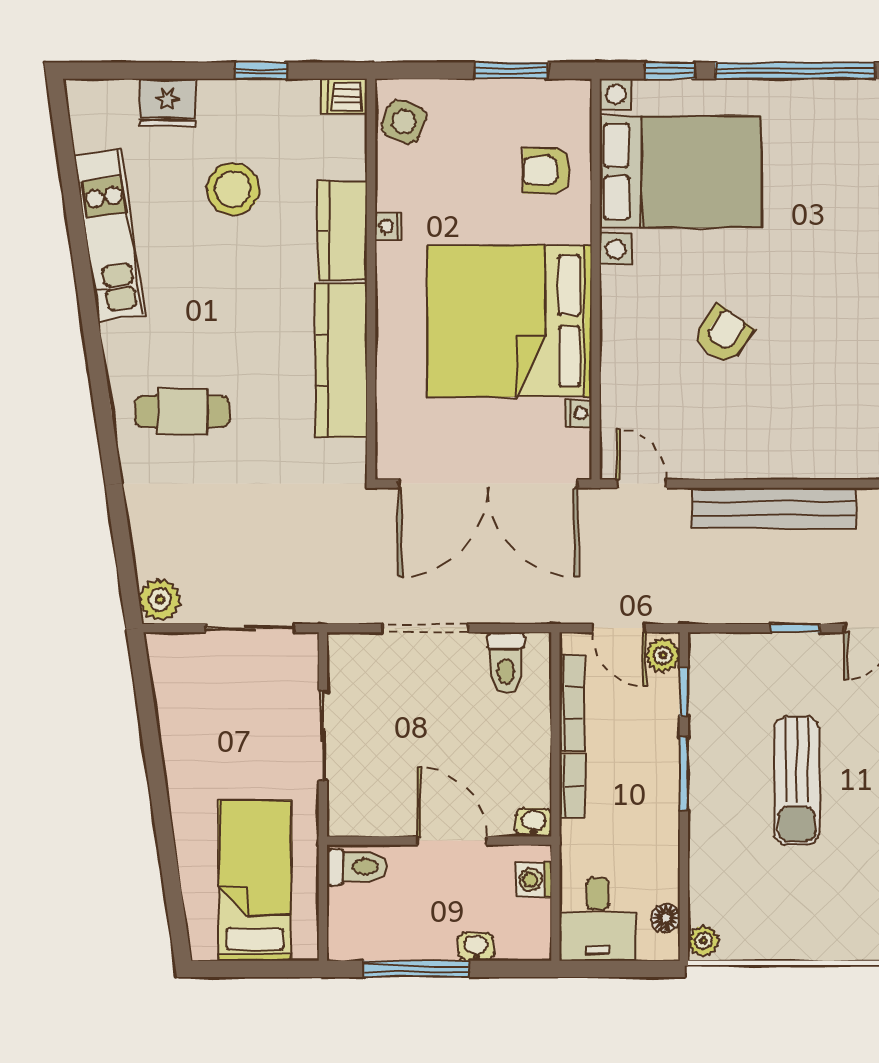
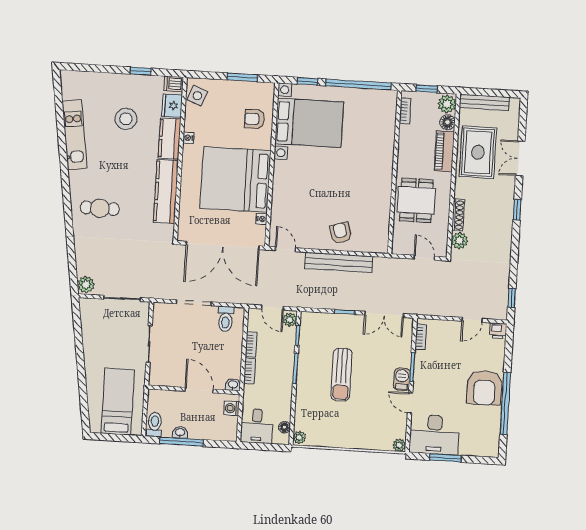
fridge: (168, 102) -> (172, 106), moved, turned 90
armchair: (723, 335) -> (341, 233), moved, turned -53
bookcase: (572, 703) -> (251, 344), width x0.64
toilet: (357, 867) -> (155, 425), moved, turned -90
washbasin: (476, 947) -> (180, 432), moved

